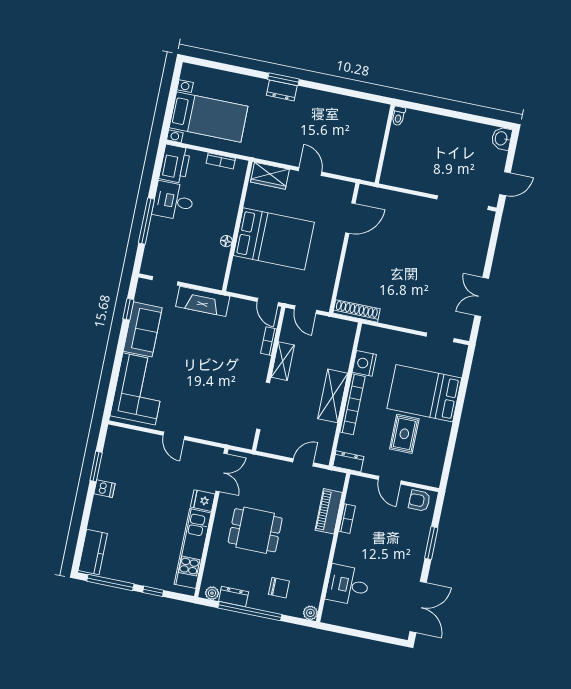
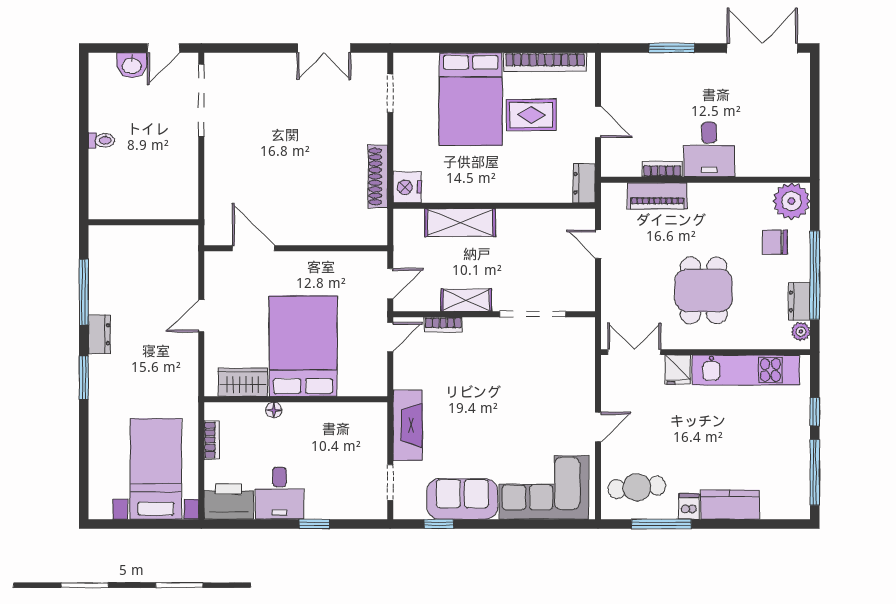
dresser: (282, 90) -> (99, 334), moved
window: (344, 92) -> (84, 292), added
toilet: (398, 116) -> (102, 140), moved
washbasin: (502, 138) -> (132, 65), moved
wardrobe: (270, 176) -> (243, 382), moved, turned -90
door: (505, 184) -> (164, 48), swing flipped
window: (146, 221) -> (314, 524), width x0.46
floor lamp: (226, 241) -> (274, 410), moved
shoe rack: (357, 311) -> (378, 176), moved
nightstand: (364, 363) -> (407, 187), moved, turned 90
shelving: (333, 396) -> (460, 223), moved
bookcase: (352, 404) -> (545, 62), moved, turned 180
cafe table: (126, 455) -> (637, 487), added
window: (96, 466) -> (661, 524), width x1.44
door: (390, 480) -> (598, 122), hinge flipped
armchair: (419, 501) -> (618, 76), removed
kitchen counter: (93, 552) -> (730, 505), moved
desk: (348, 585) -> (709, 150), moved
chair: (279, 588) -> (775, 242), turned -90
plant: (310, 613) -> (791, 201), width x1.87, depth x1.87

